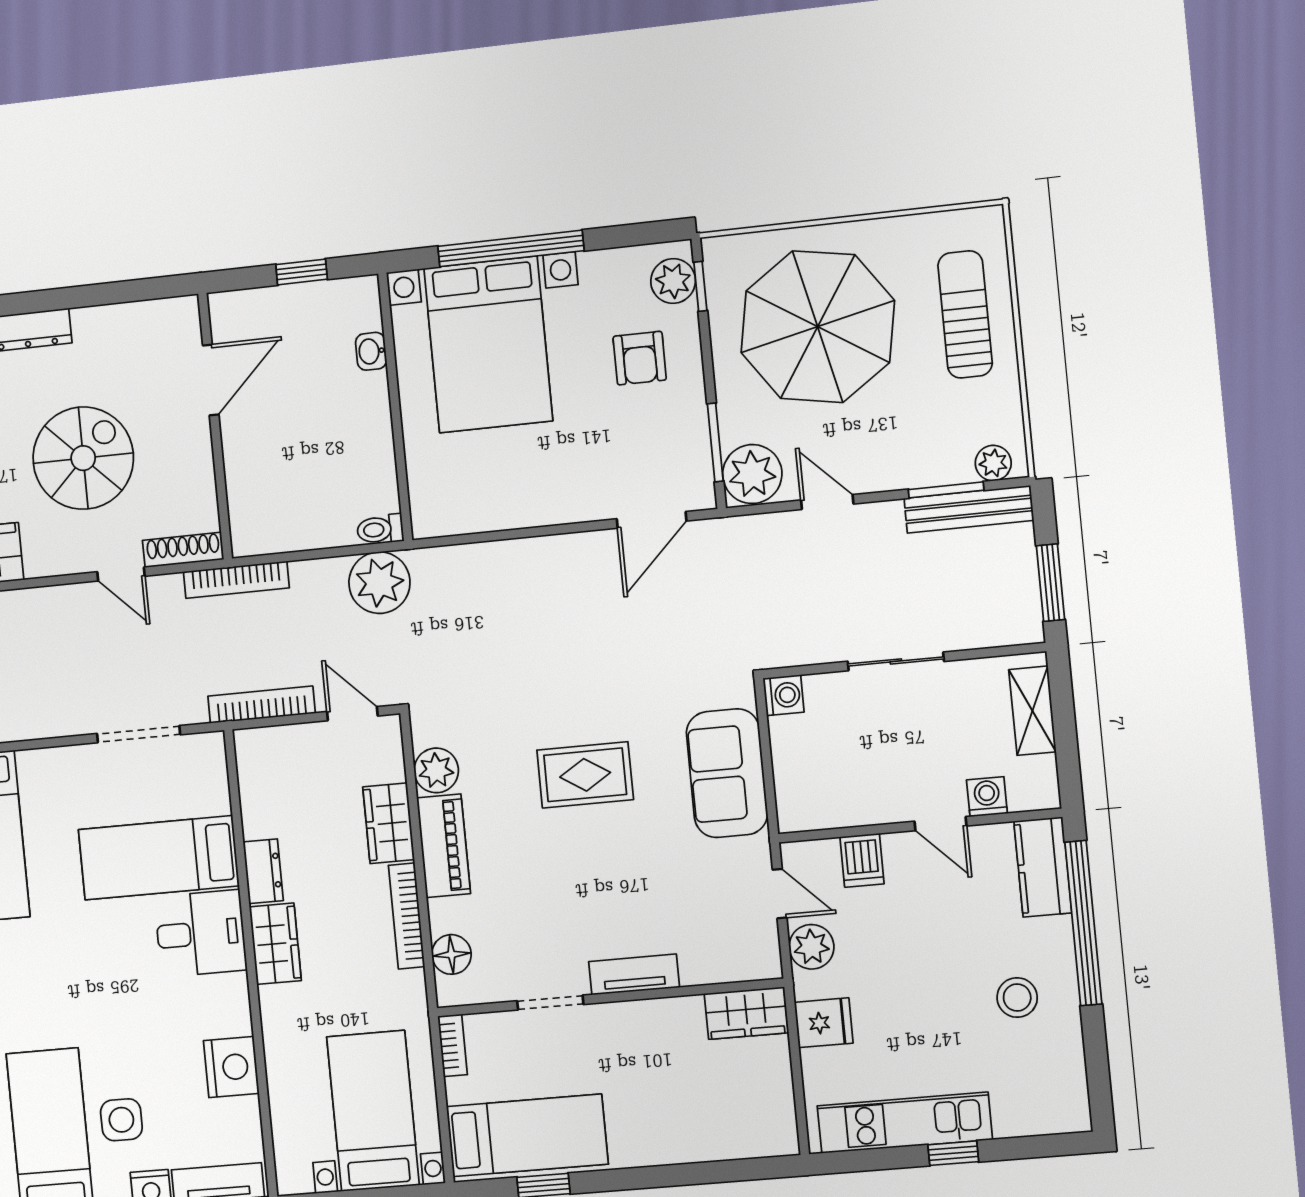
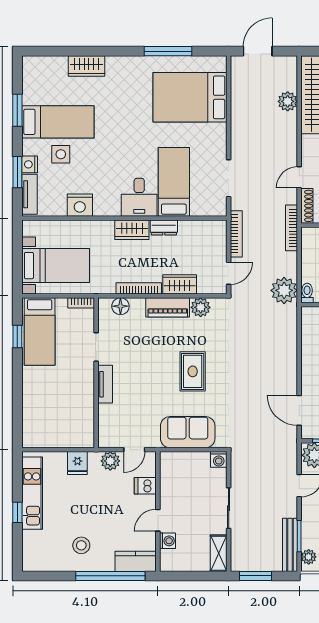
shelving: (1032, 711) -> (219, 553), moved, turned 90
wardrobe: (746, 1013) -> (84, 430), removed

